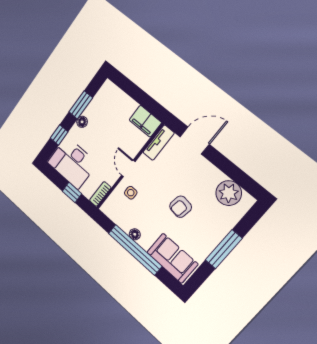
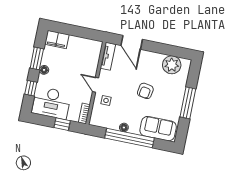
filing cabinet: (145, 121) -> (57, 39), moved
door: (195, 141) -> (132, 42), swing flipped

